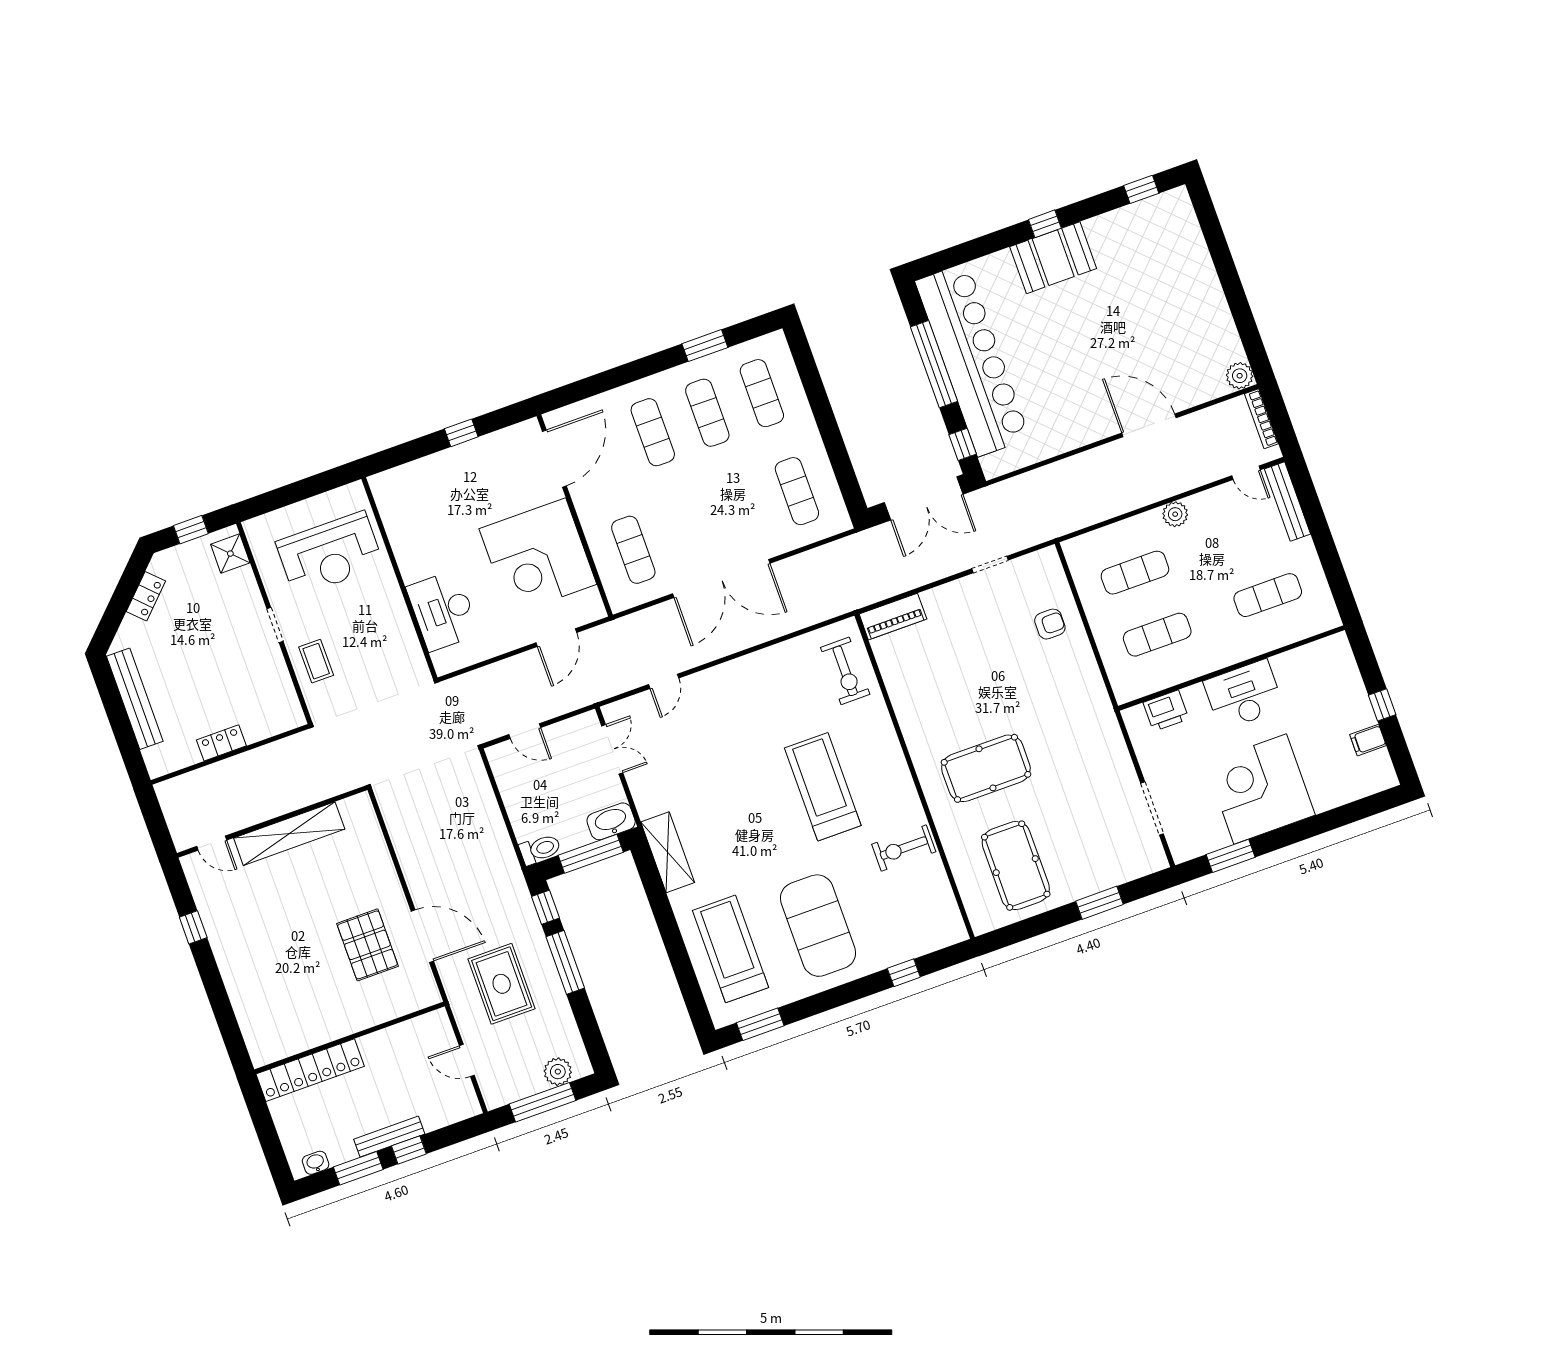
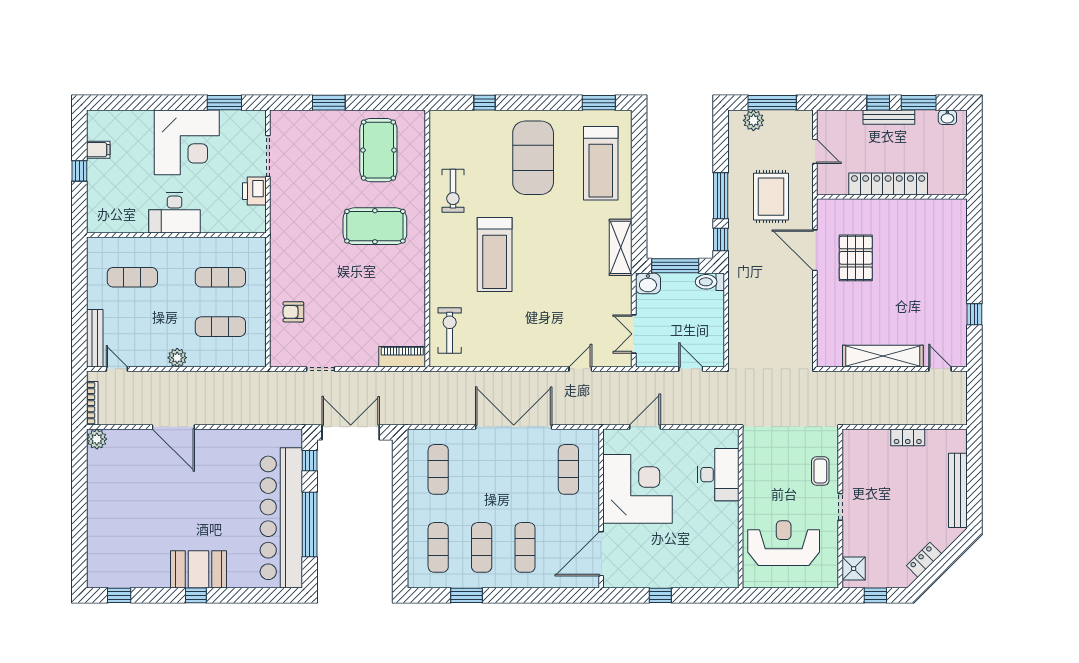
printer: (1166, 711) -> (254, 191), moved, turned -90
washbasin: (611, 821) -> (648, 283), width x0.72
exercise bike: (904, 848) -> (453, 191), turned 90
locker: (310, 1070) -> (888, 184), moved

